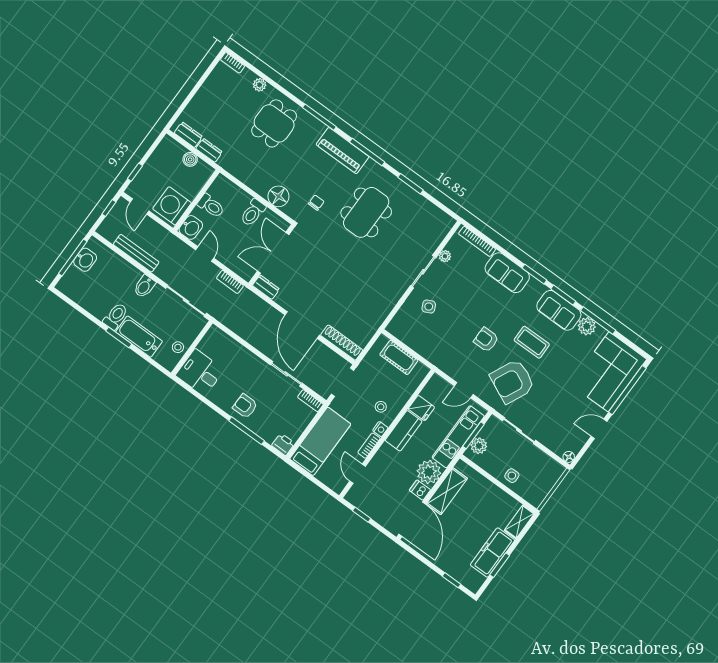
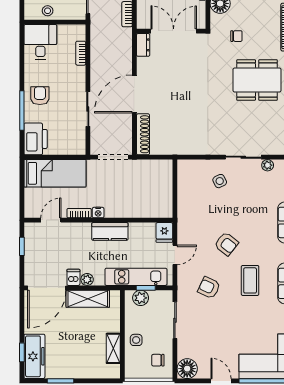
armchair: (486, 340) -> (226, 244), turned 128
cot: (399, 357) -> (164, 187), removed
armchair: (512, 381) -> (209, 288), width x0.53, depth x0.53
door: (464, 390) -> (175, 255), swing flipped
bookcase: (310, 401) -> (81, 53), moved
stool: (381, 407) -> (116, 200), removed
fridge: (421, 408) -> (164, 232), moved
window: (474, 435) -> (146, 288), width x0.67
printer: (283, 444) -> (36, 139), width x1.87, depth x1.48
floor lamp: (569, 457) -> (187, 369), width x1.89, depth x1.89
chair: (542, 470) -> (158, 360), added
plant: (429, 472) -> (87, 279), width x0.53, depth x0.53
shelving: (519, 522) -> (113, 348), moved, turned 90
freezer: (492, 553) -> (34, 356), moved, turned 90

